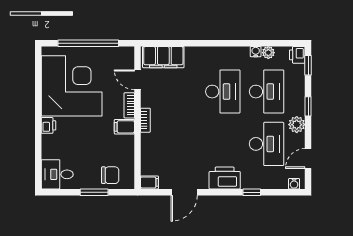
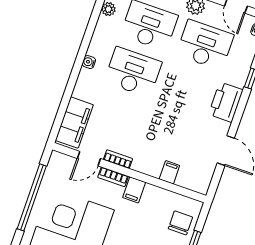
water cooler: (256, 52) -> (89, 62), moved
bookcase: (145, 120) -> (118, 159), moved
filing cabinet: (149, 182) -> (169, 172), moved

